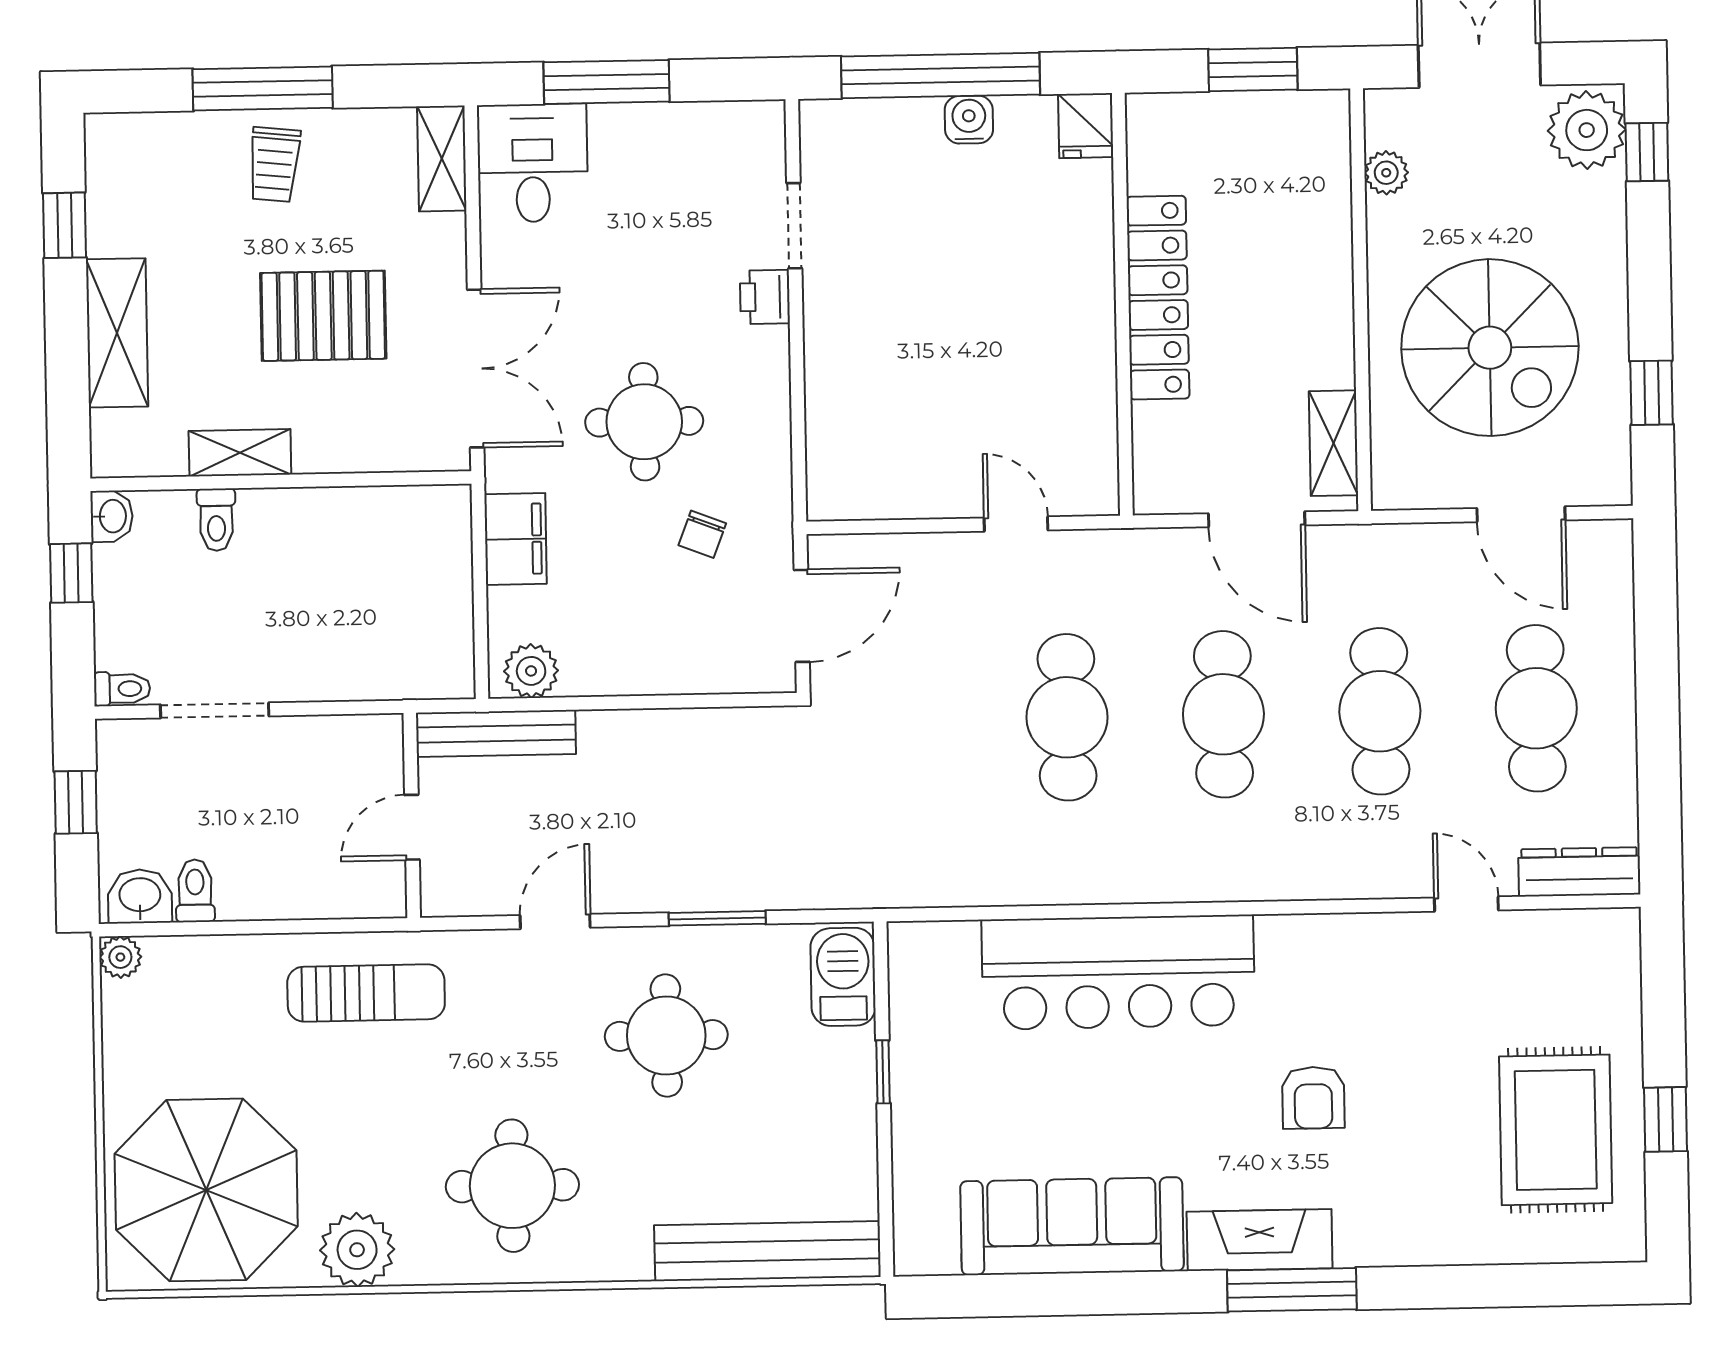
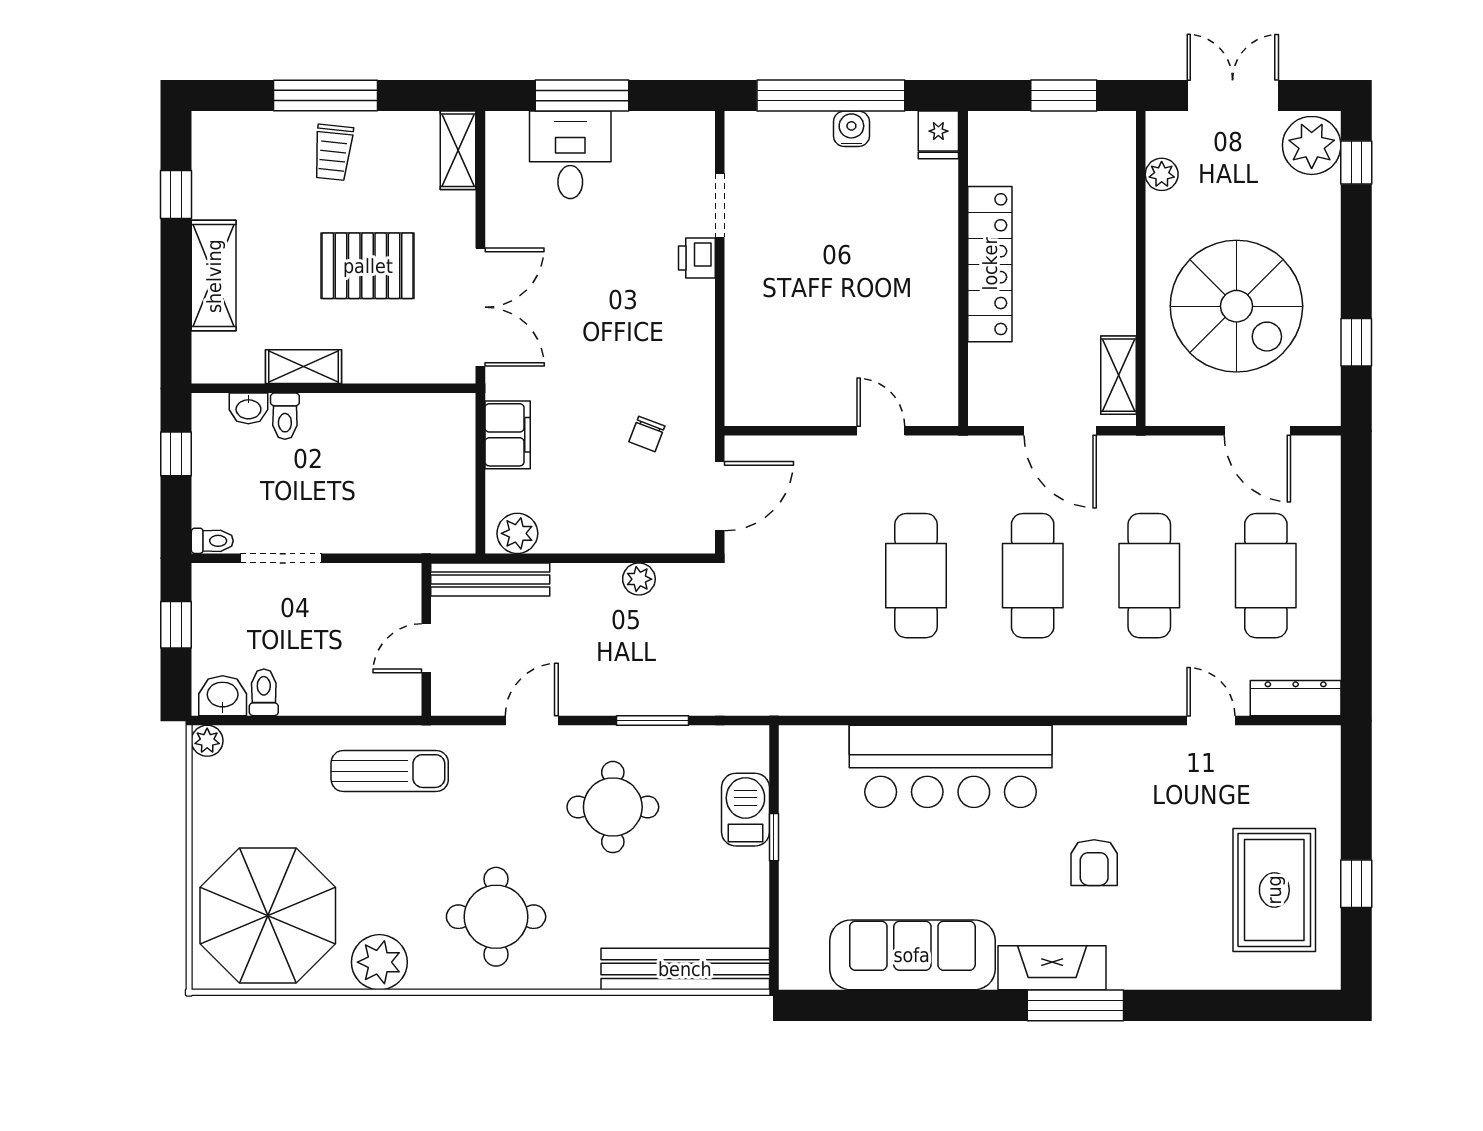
desk: (533, 163) -> (570, 155), moved
round table: (644, 422) -> (605, 349), removed
washbasin: (112, 516) -> (248, 408), moved, turned 90
plant: (695, 729) -> (639, 579), added
barbecue: (843, 977) -> (745, 810), moved

